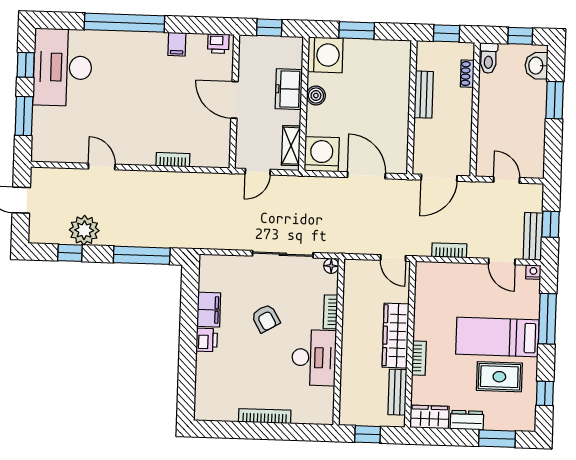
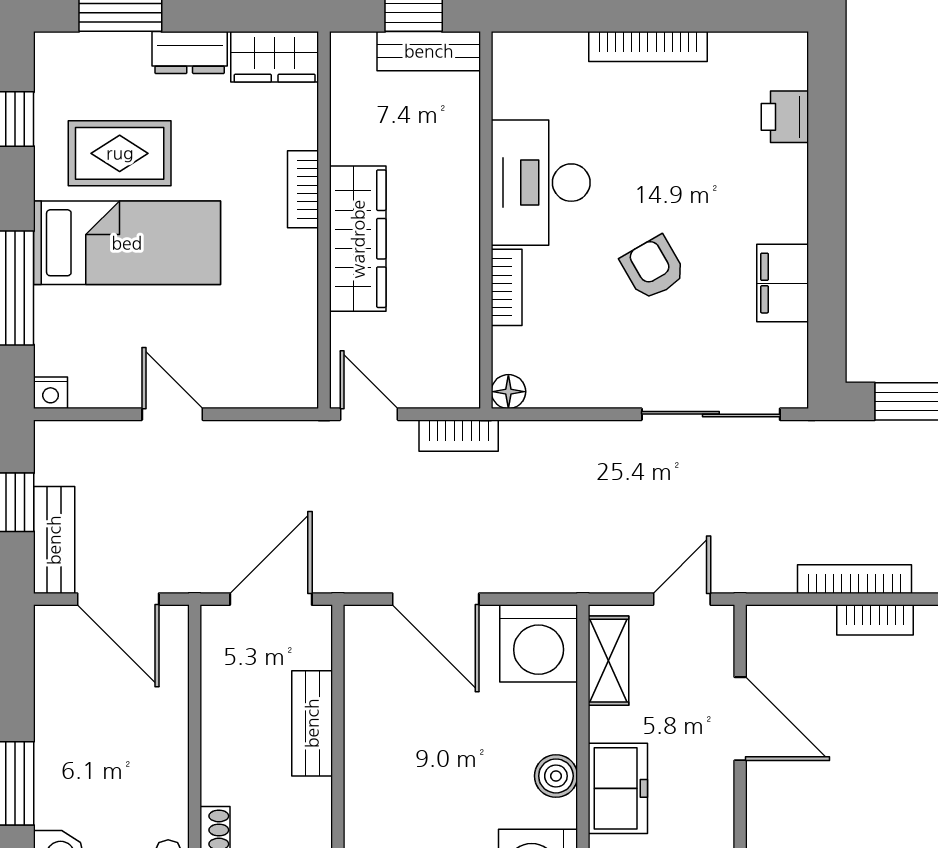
bench: (424, 95) -> (312, 723), moved
door: (234, 100) -> (740, 719), moved
bookcase: (181, 178) -> (854, 579), added
door: (507, 180) -> (118, 599), width x1.38
bench: (533, 236) -> (54, 540), moved
bookcase: (449, 250) -> (459, 436), moved
sliding door: (283, 254) -> (711, 414), moved
door: (502, 262) -> (172, 414), moved
printer: (207, 340) -> (785, 117), moved
bench: (397, 392) -> (429, 51), moved, turned 90

